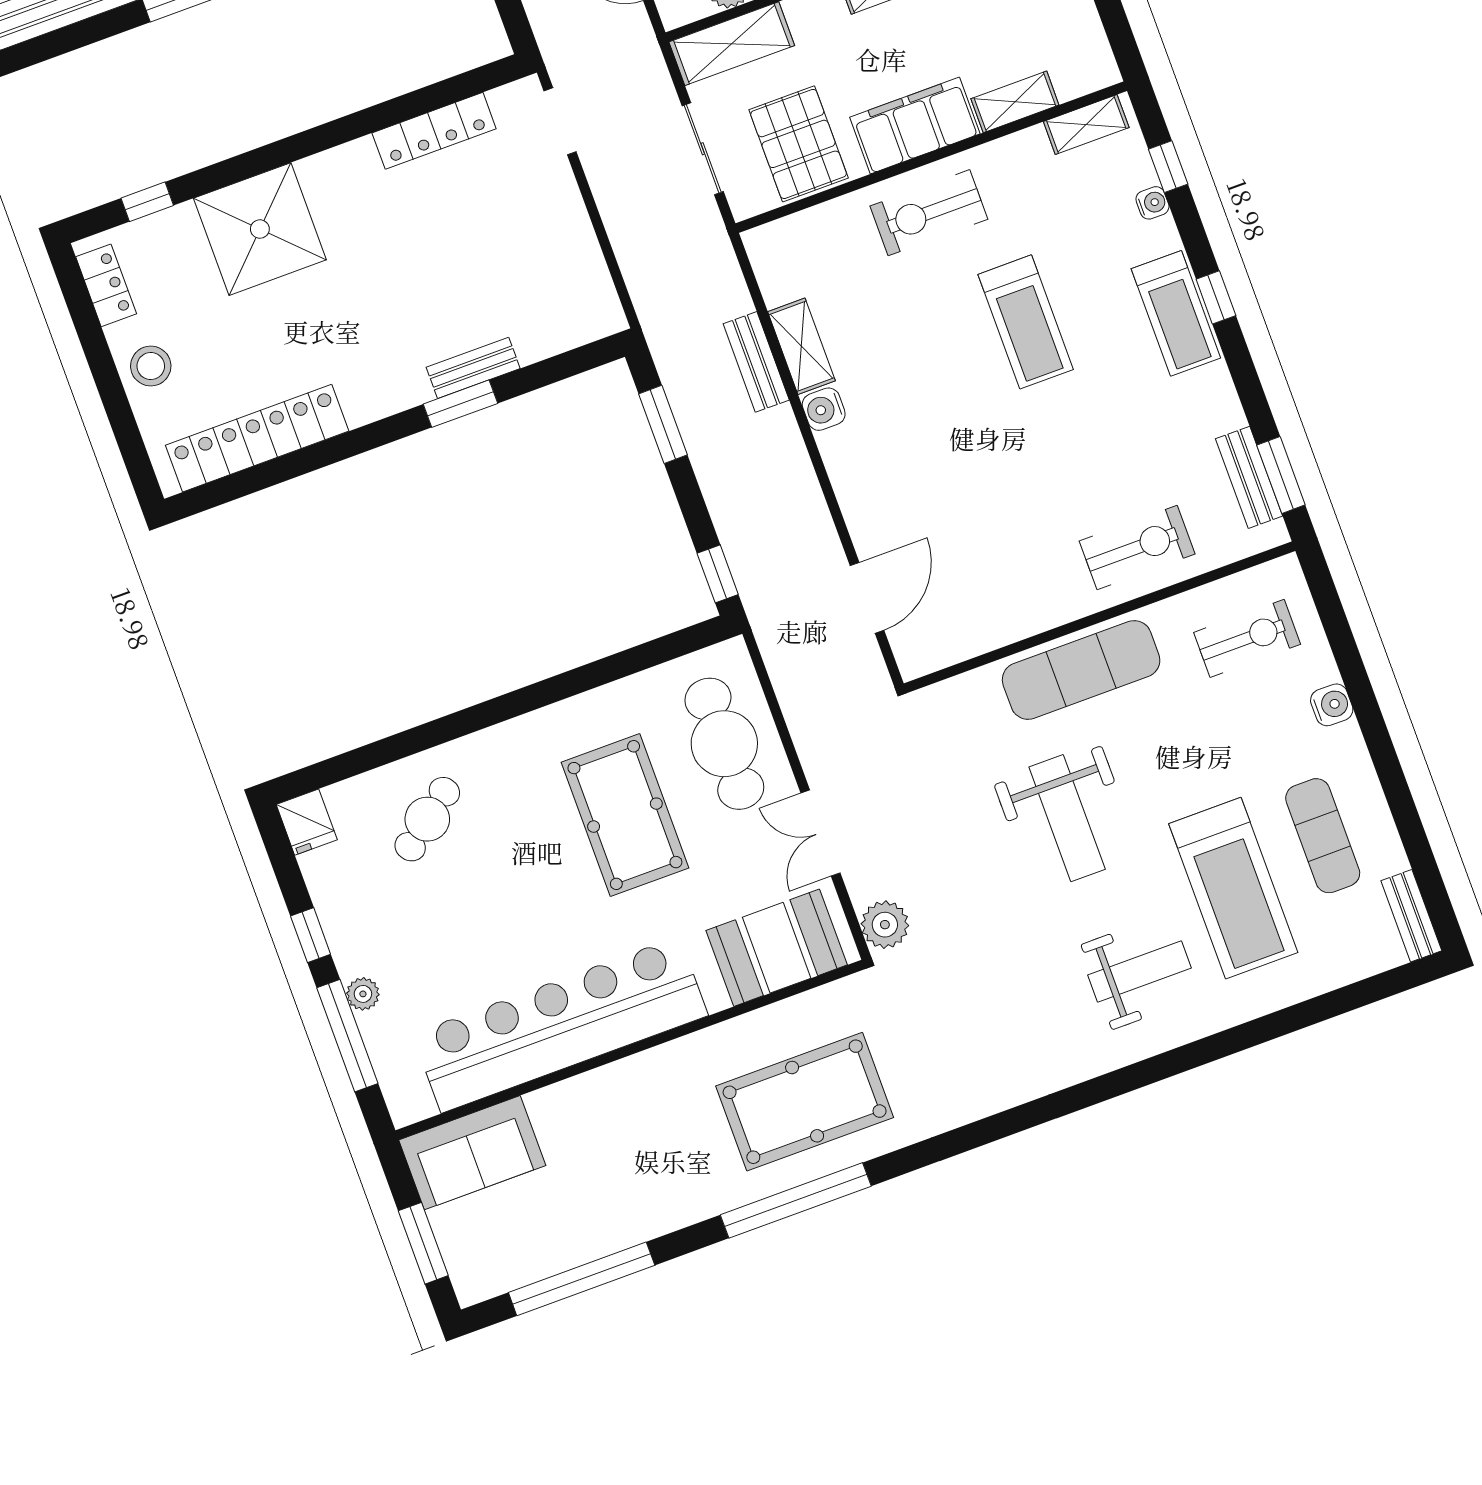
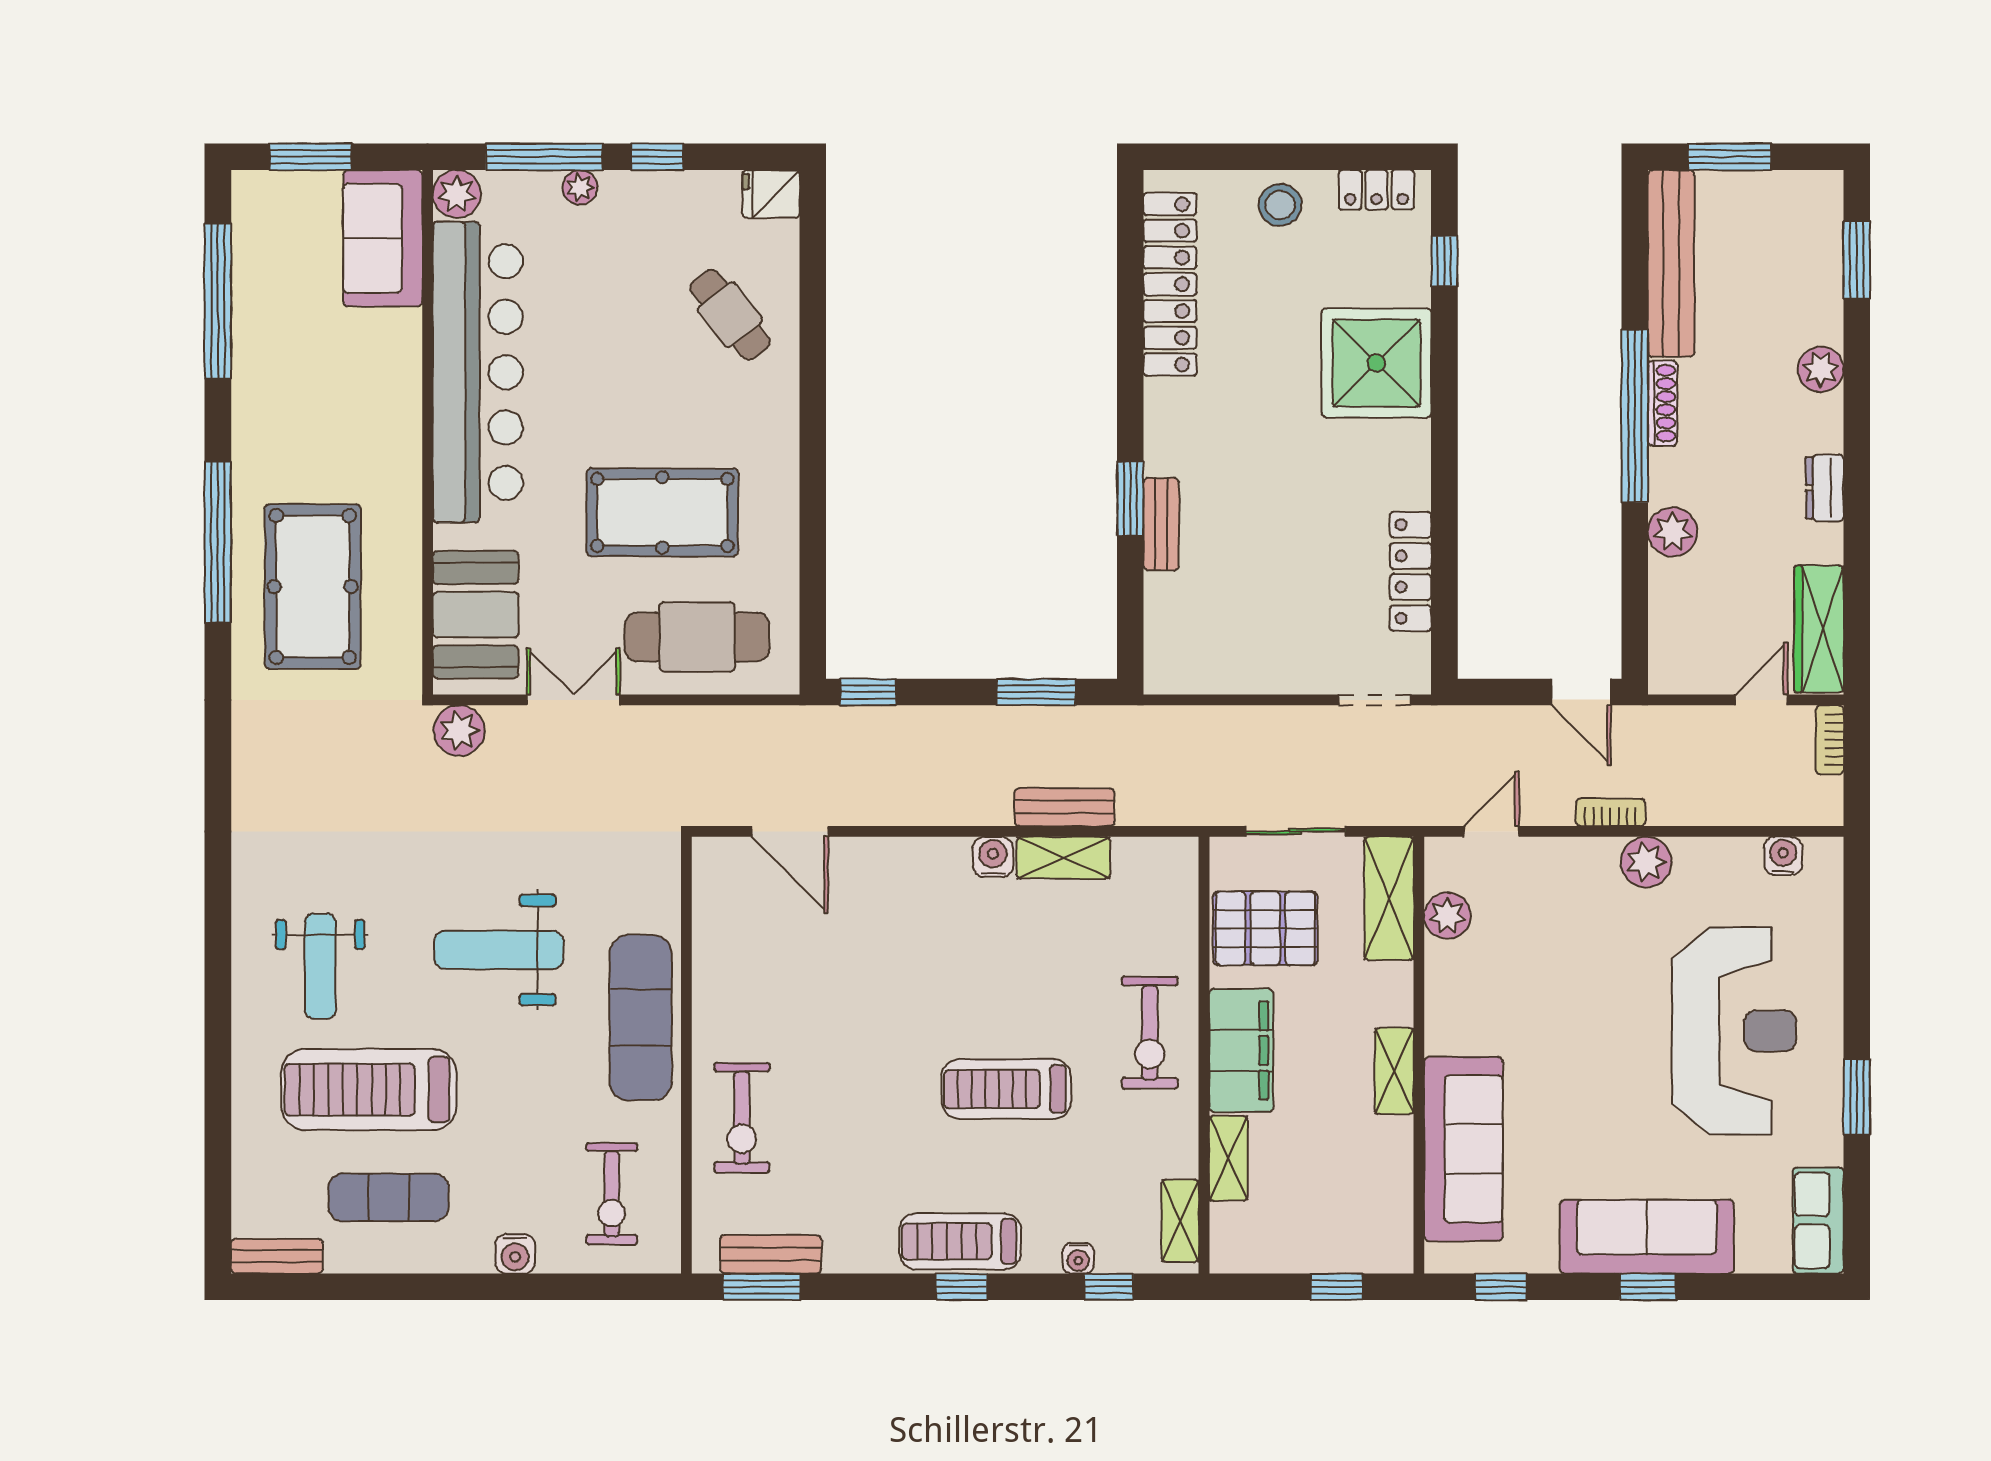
exercise bike: (929, 213) -> (1150, 1033), turned 180
plant: (409, 1101) -> (457, 194), added

